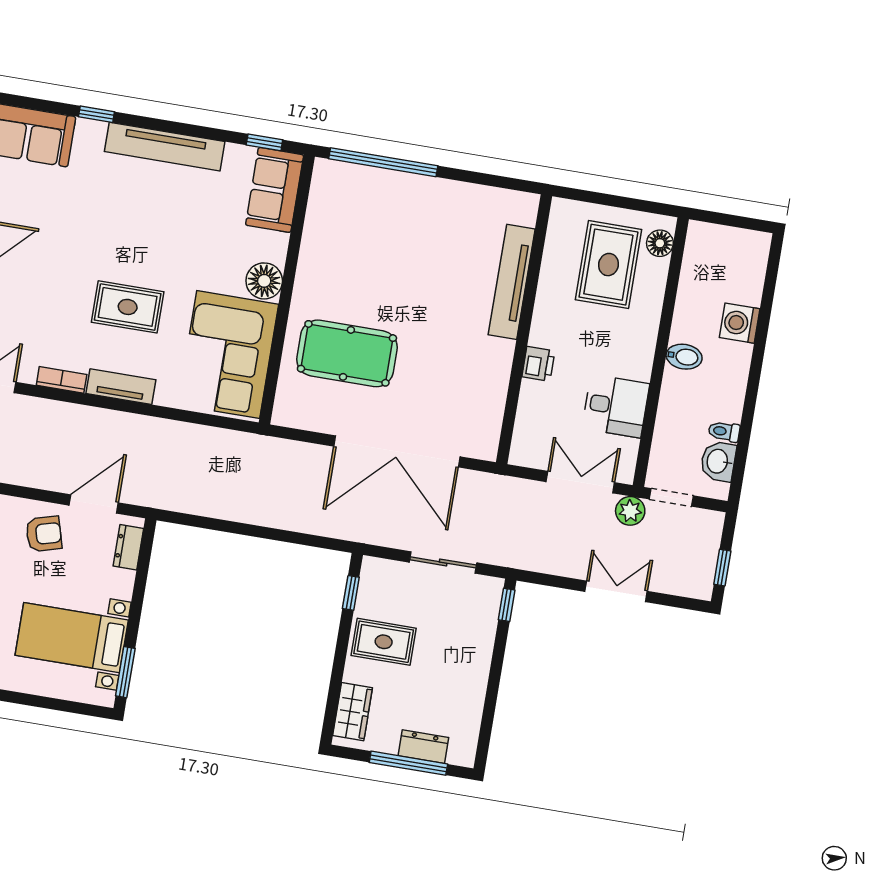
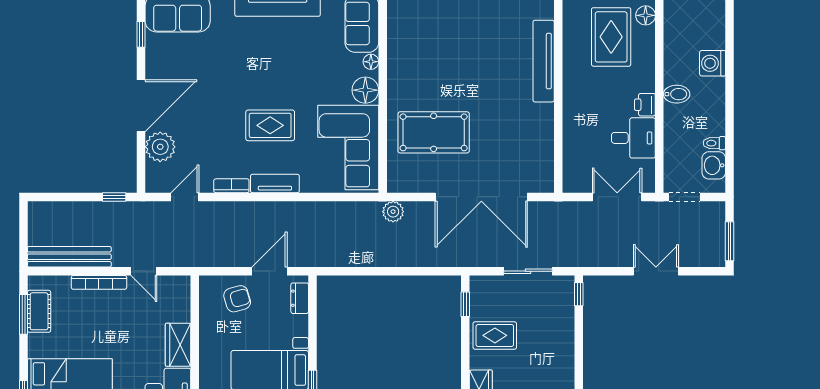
floor lamp: (278, 244) -> (371, 62), added
printer: (538, 364) -> (645, 105), moved, turned 180
plant: (630, 511) -> (393, 212), moved
window: (722, 568) -> (730, 241), width x1.50

